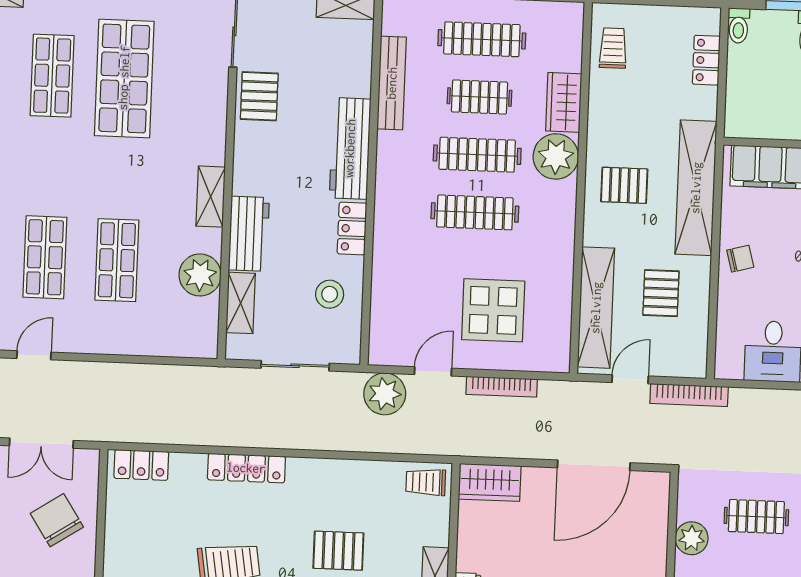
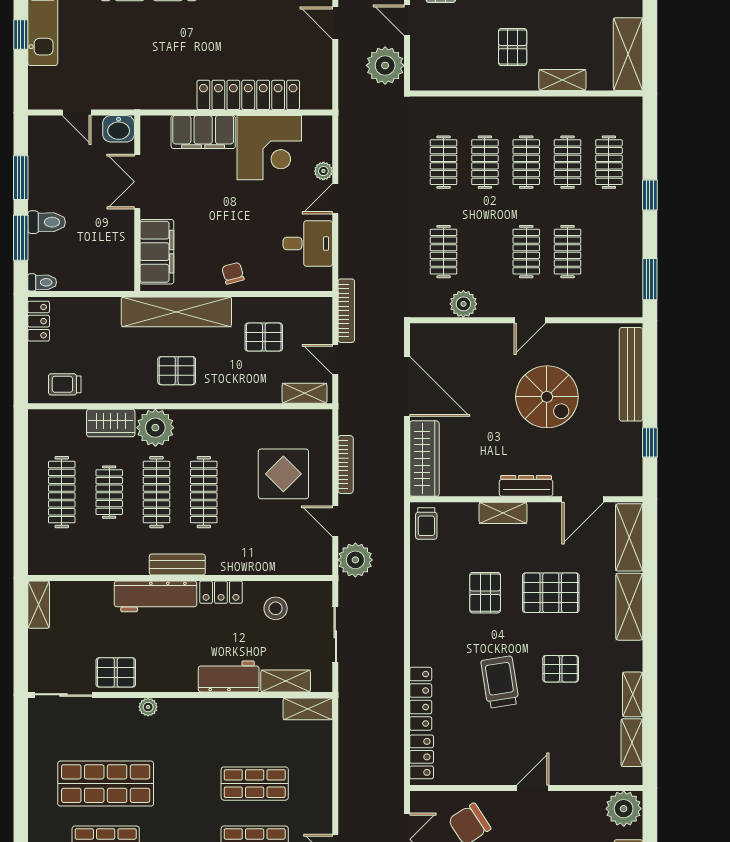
locker: (706, 60) -> (39, 321), moved, turned -90
bench: (392, 83) -> (177, 565), moved, width x0.73
pallet: (624, 185) -> (177, 371), turned 90
shelving: (211, 197) -> (308, 709), moved
plant: (200, 275) -> (148, 707), moved, width x0.53, depth x0.53
shelving: (596, 308) -> (305, 393), width x0.45, depth x0.75
locker: (246, 468) -> (421, 699), moved
wardrobe: (490, 482) -> (424, 459), width x1.50

